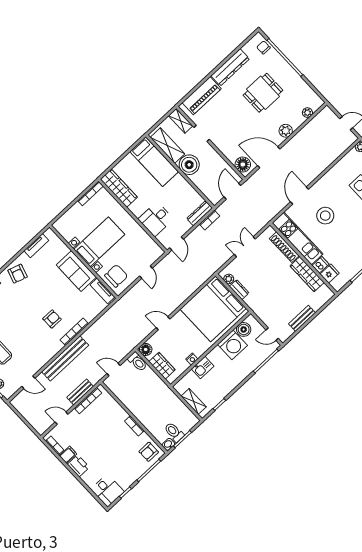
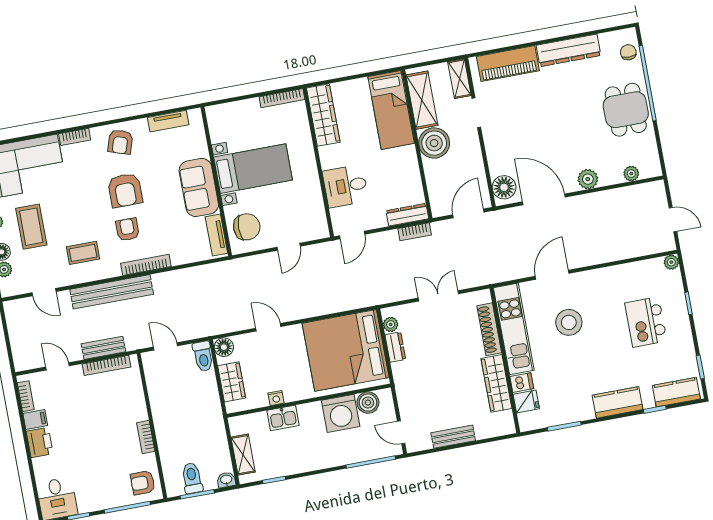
dining table: (263, 93) -> (626, 110), moved, turned 90
armchair: (37, 298) -> (125, 190), added
armchair: (52, 319) -> (127, 230), turned -90
coffee table: (36, 347) -> (83, 253), added
washbasin: (168, 444) -> (226, 480), moved

